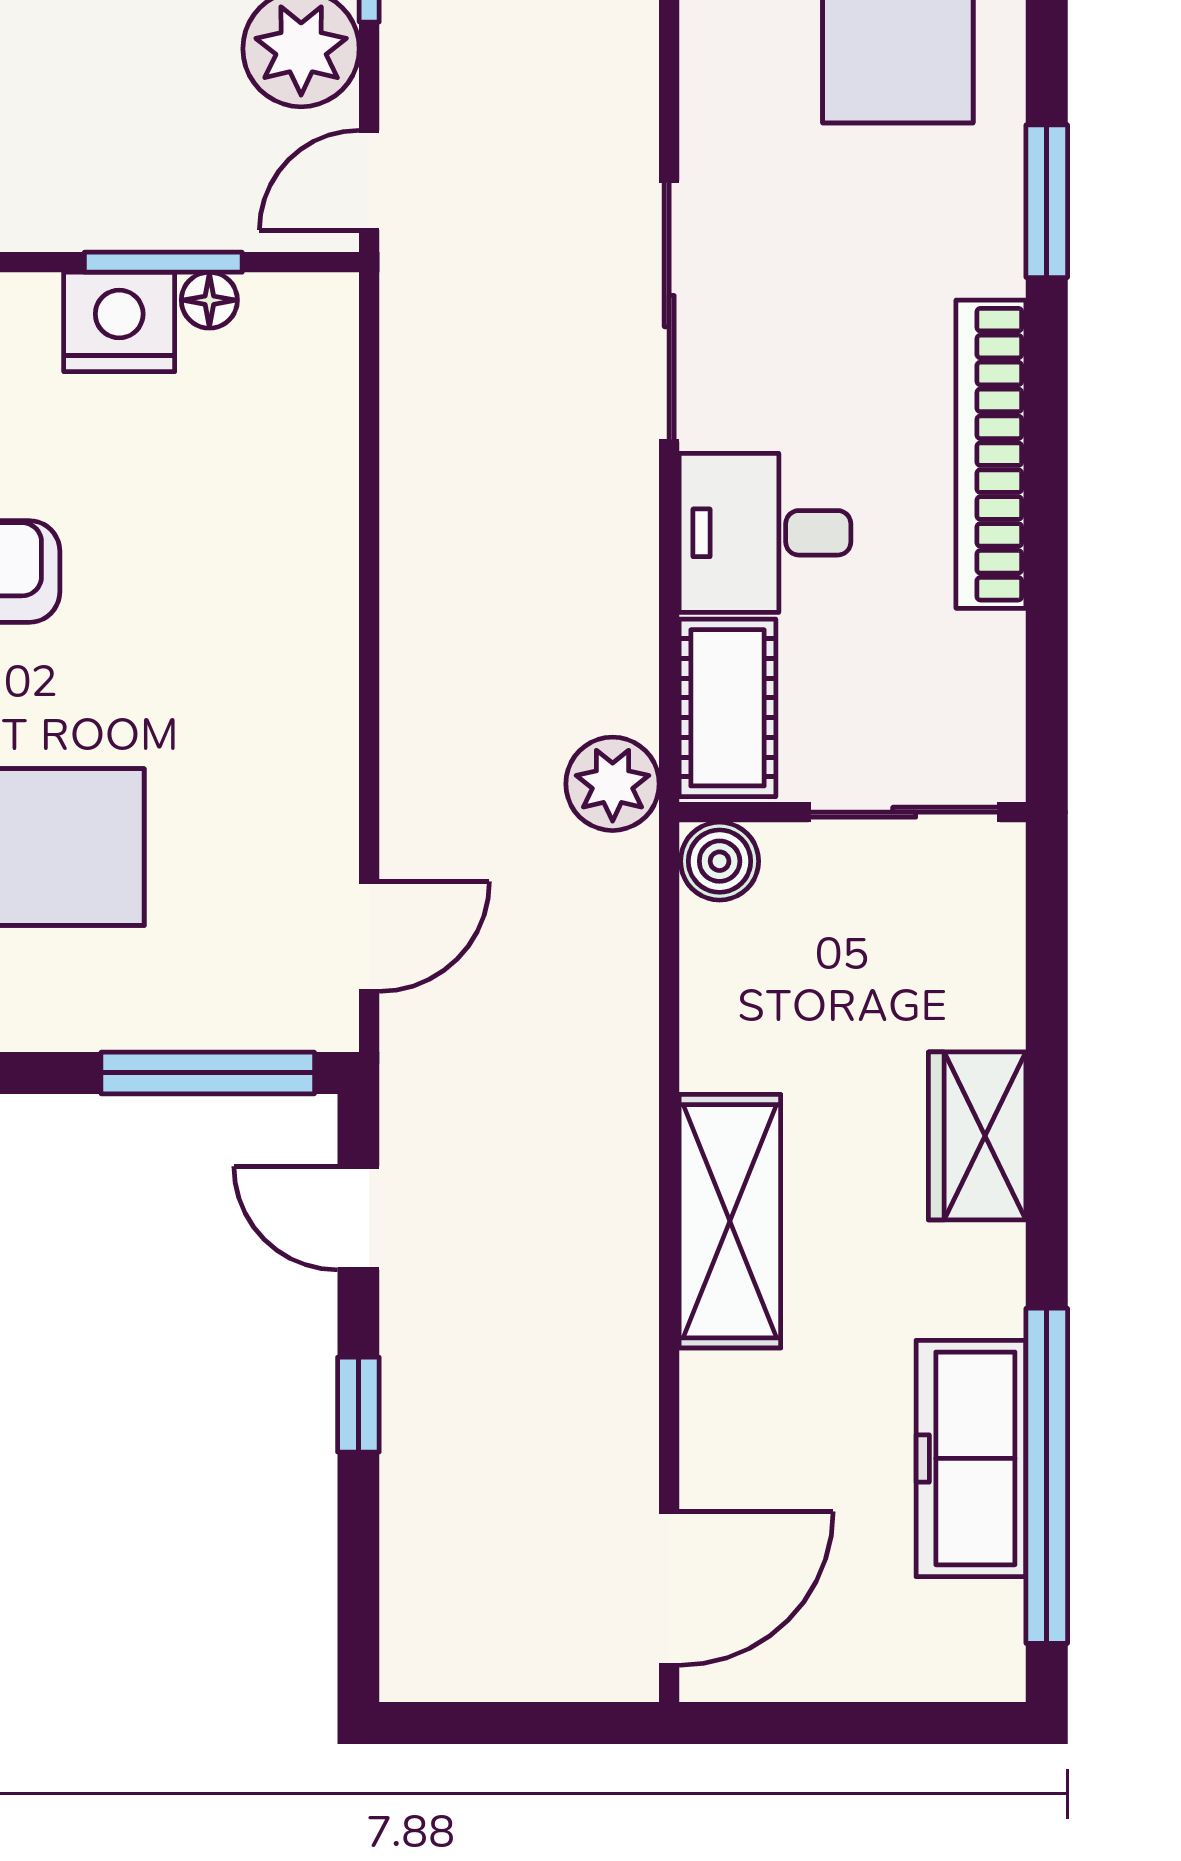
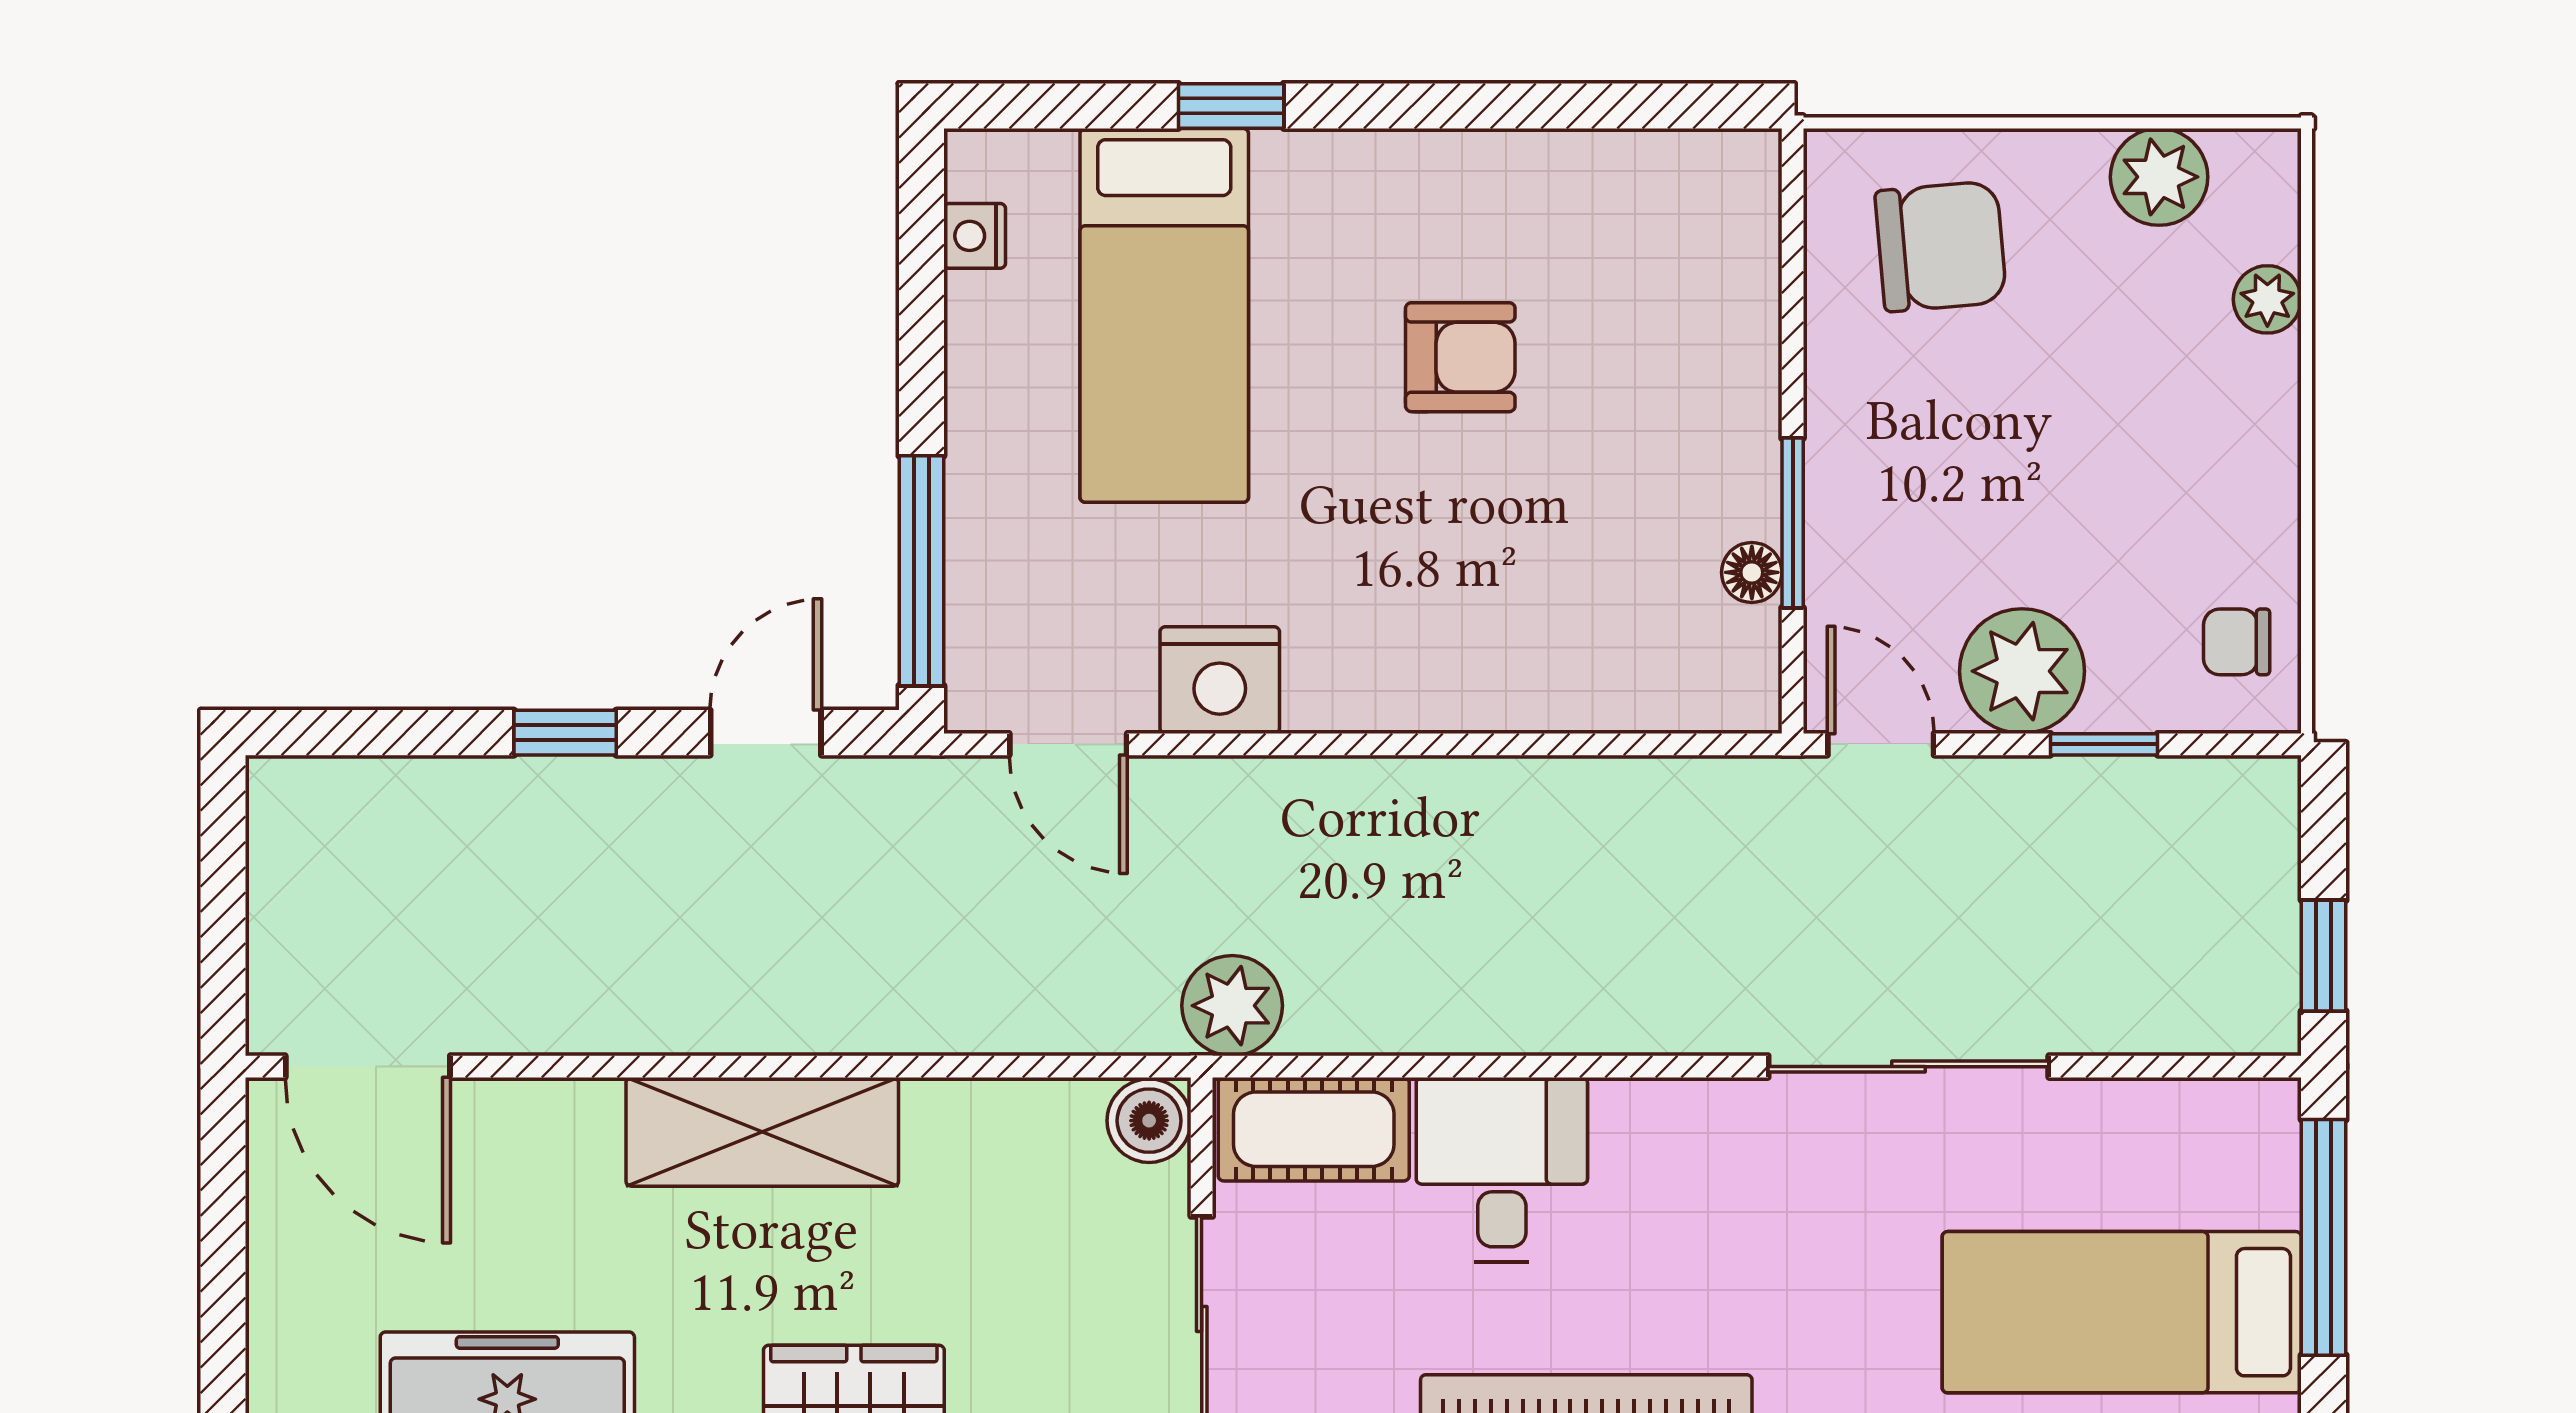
sliding door: (669, 311) -> (1908, 1067), moved
nightstand: (119, 322) -> (1220, 680), moved, turned 90

